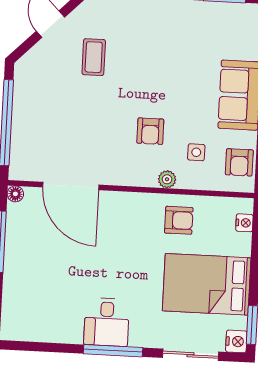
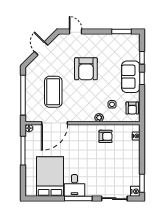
coffee table: (94, 57) -> (53, 92), moved, width x1.86, depth x1.72
armchair: (150, 131) -> (86, 69), moved, width x1.88, depth x1.88
door: (71, 186) -> (54, 123), hinge flipped
bed: (207, 284) -> (50, 177), moved, turned 90

